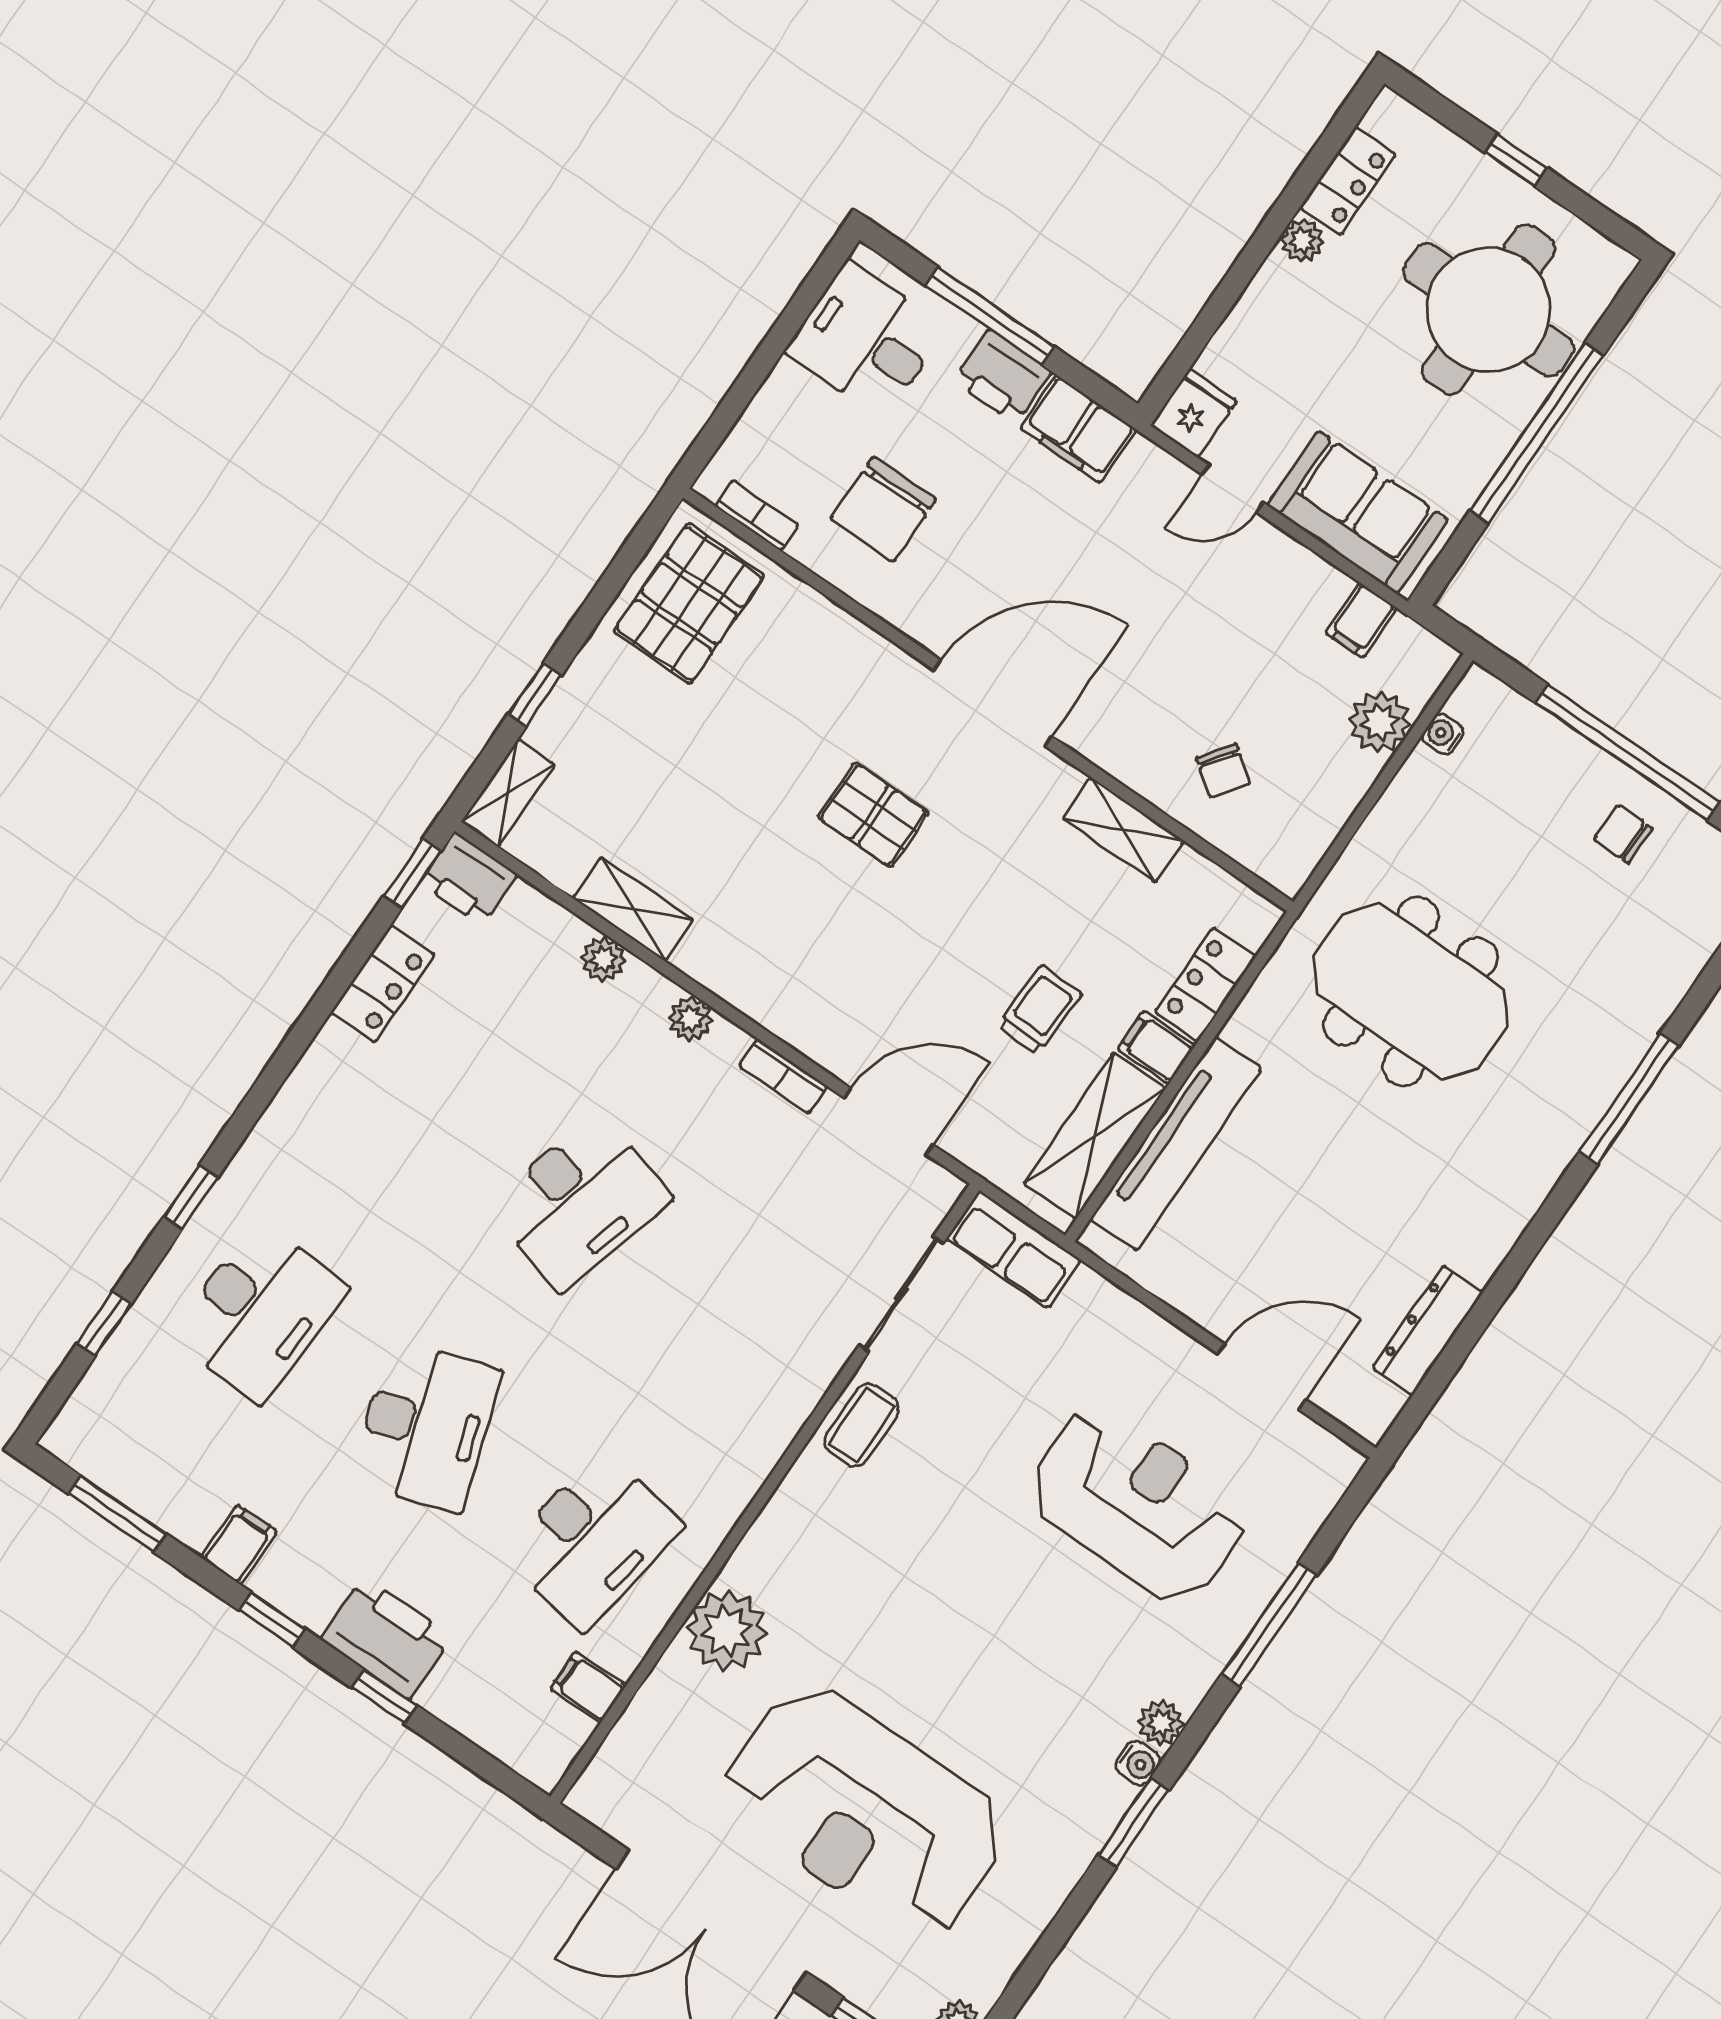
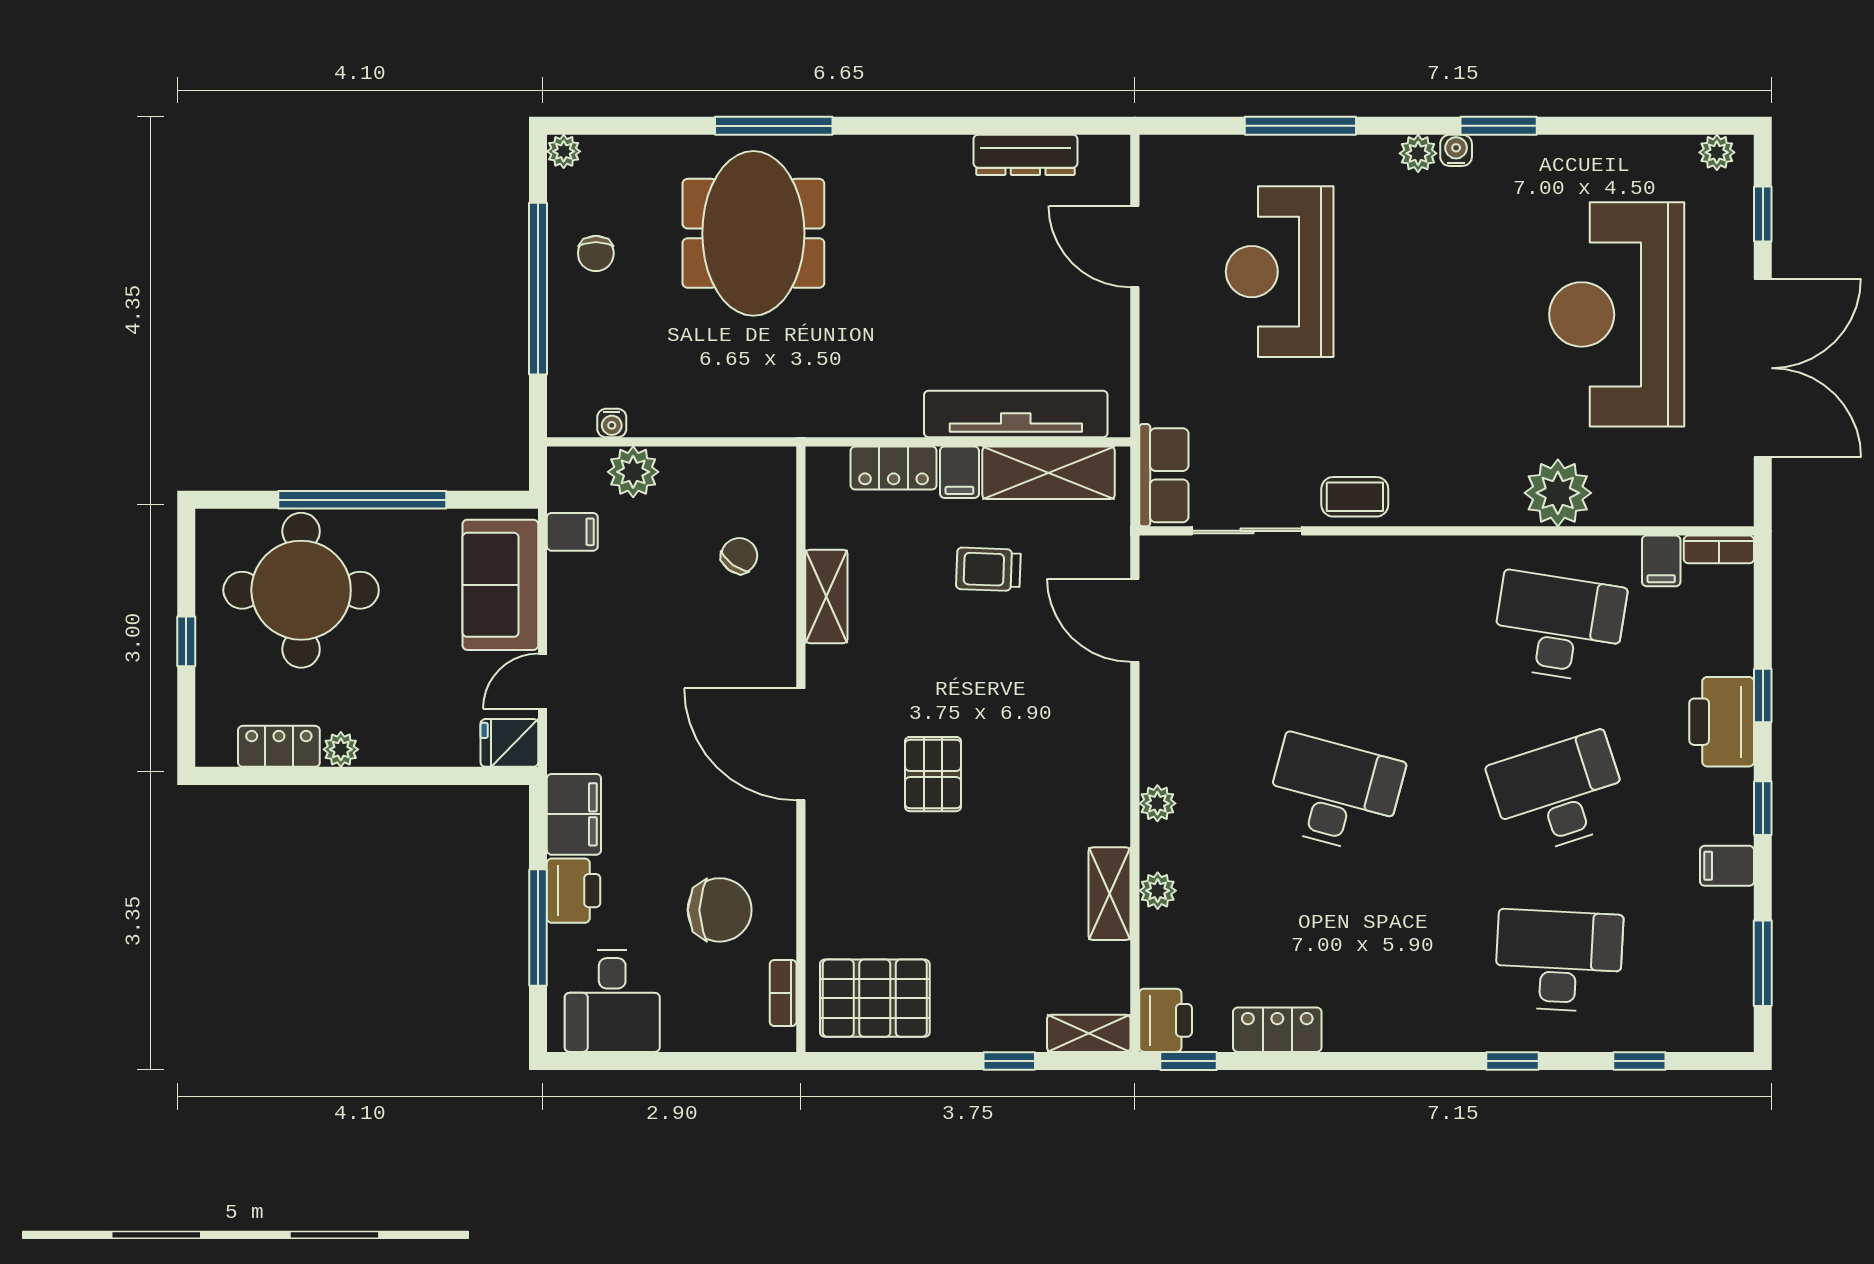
door: (1233, 489) -> (543, 681), swing flipped
meeting table: (1411, 991) -> (753, 233), moved
bookcase: (783, 1076) -> (1719, 549), moved, turned 90
reception desk: (865, 1811) -> (1617, 314), turned 180

